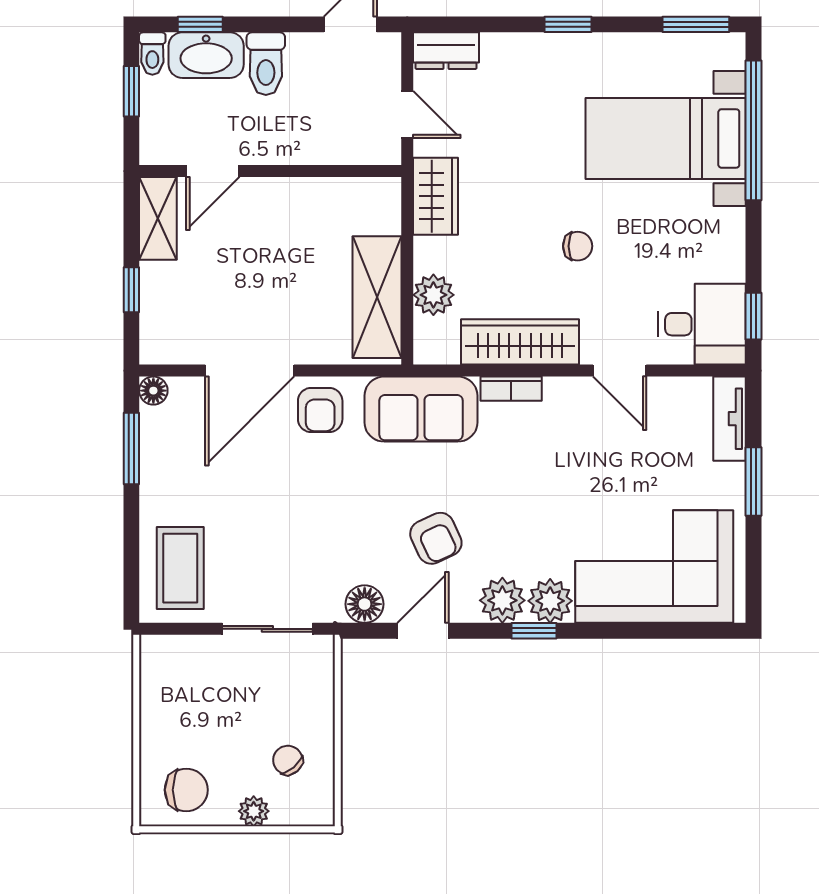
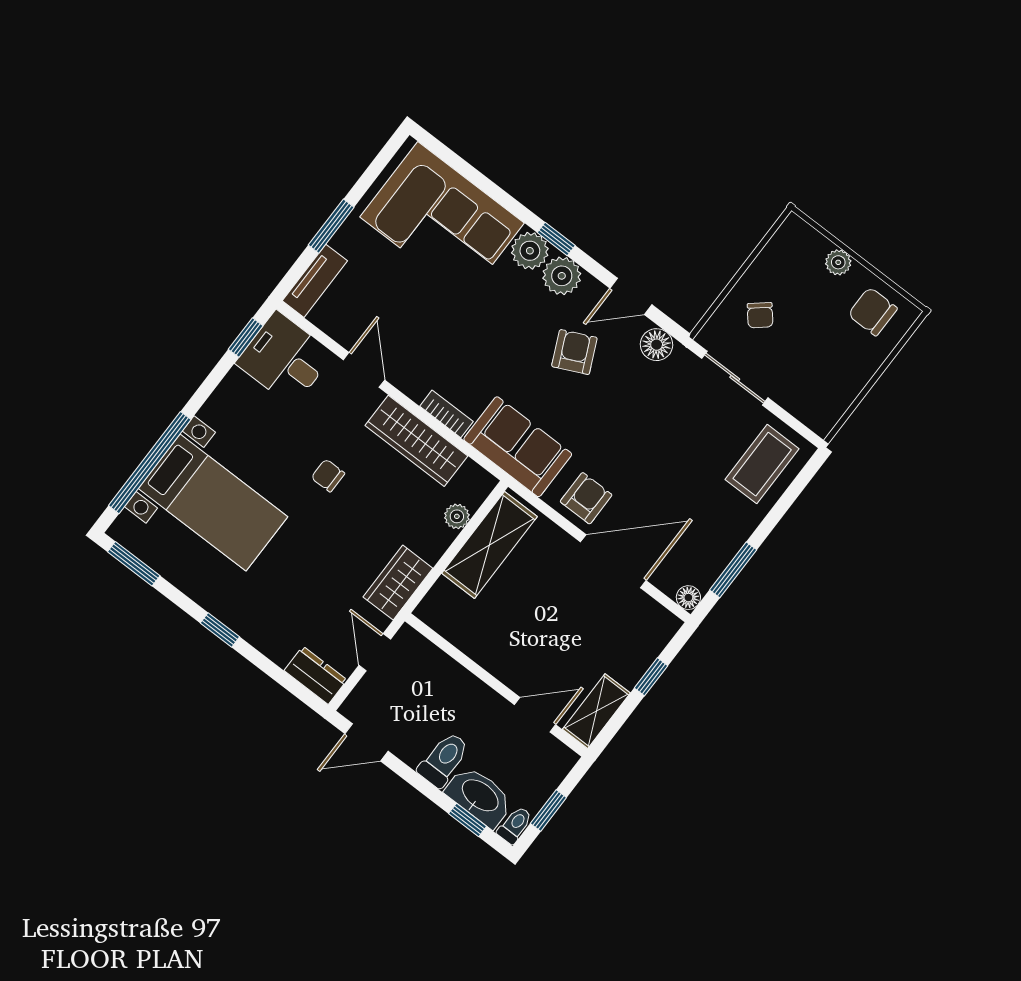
plant: (433, 295) -> (457, 516), width x0.73, depth x0.73
chair: (288, 760) -> (760, 315), moved

